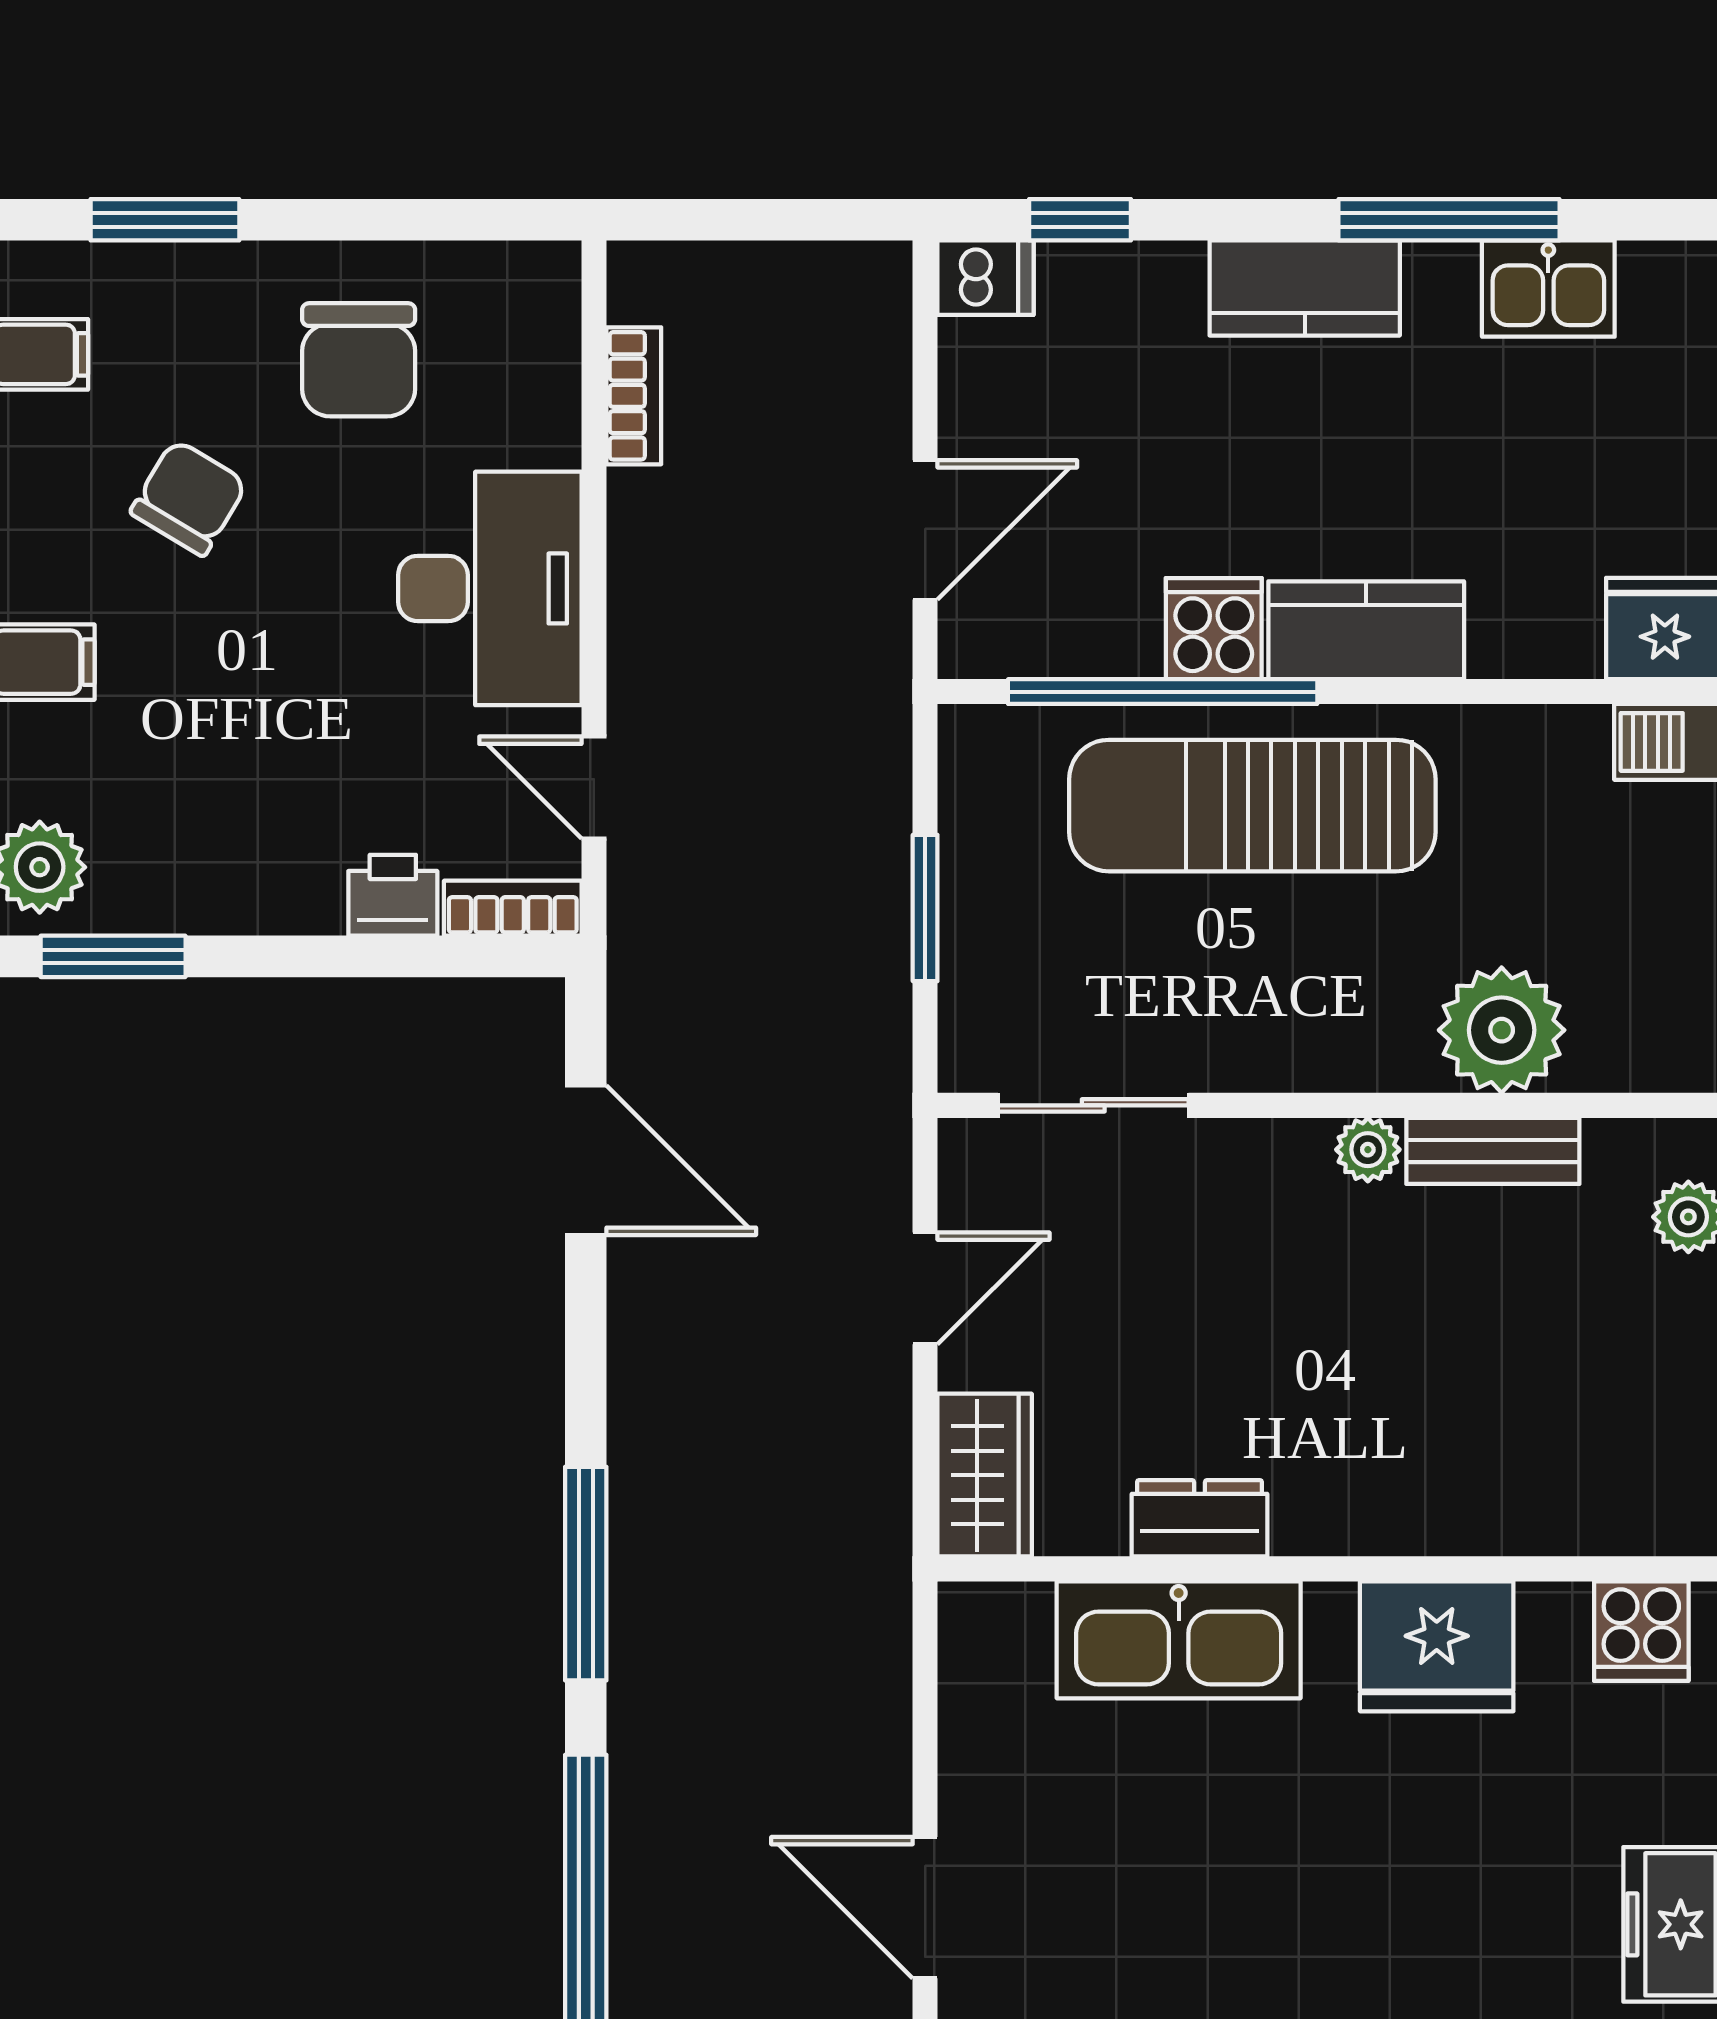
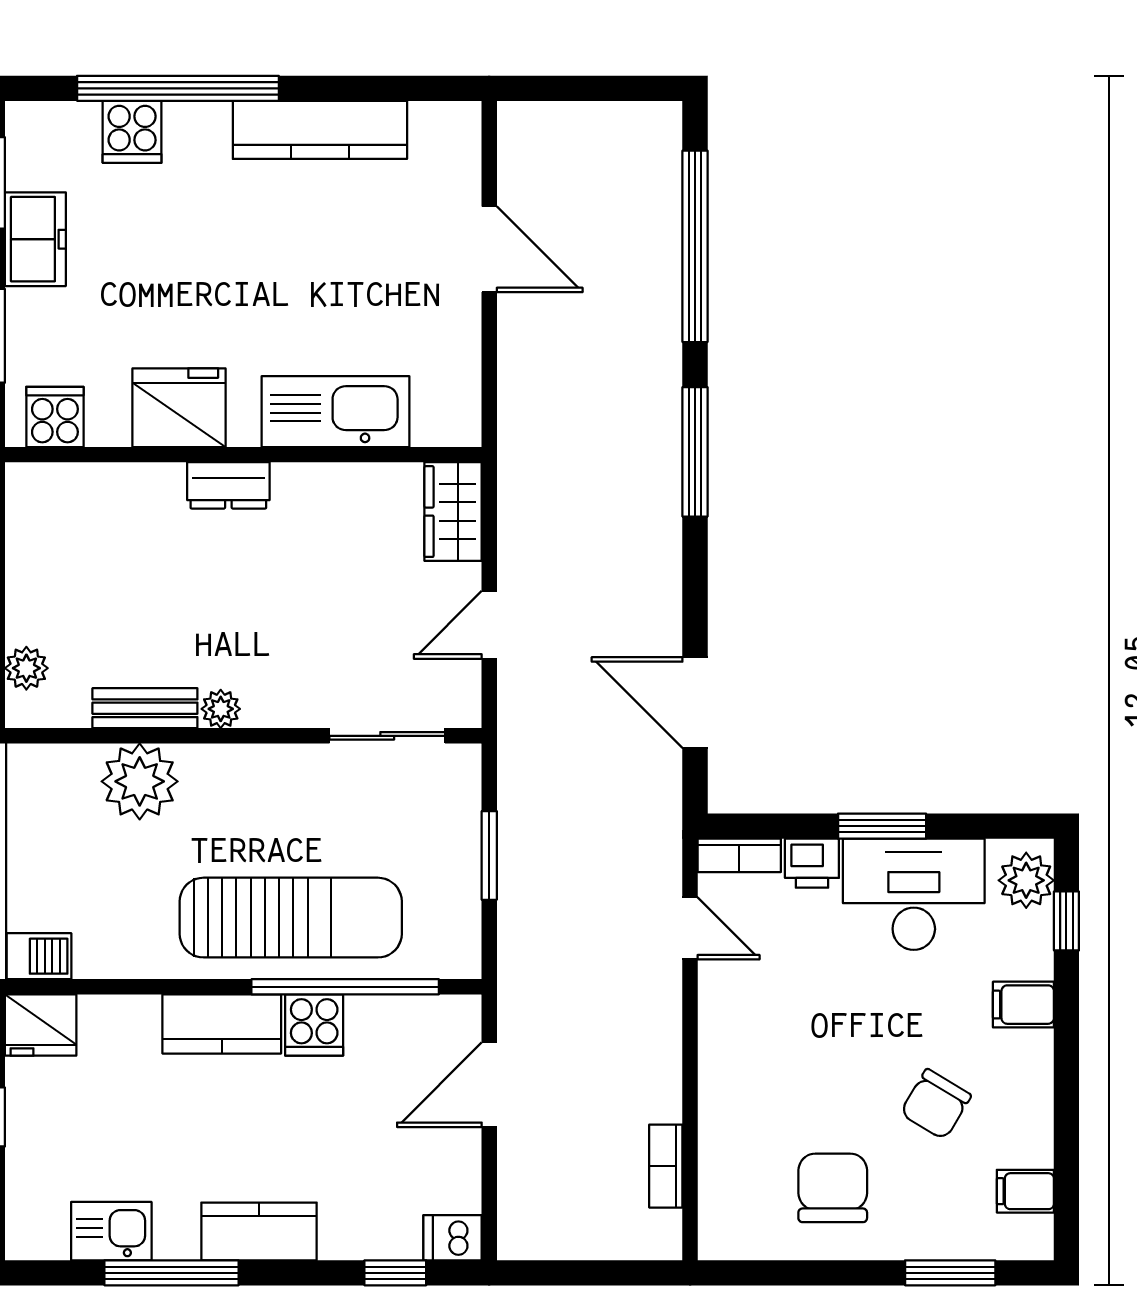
desk: (490, 588) -> (914, 894), moved, turned 90
window: (113, 956) -> (882, 826), moved
dresser: (1199, 1518) -> (228, 485), moved

